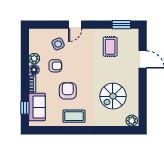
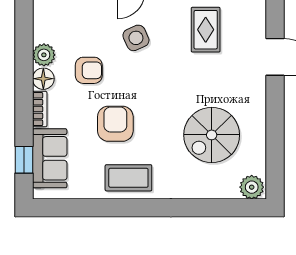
side table: (58, 44) -> (136, 38), moved

